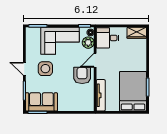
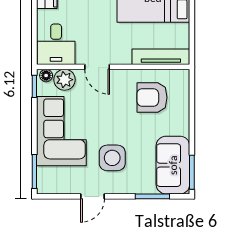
door: (24, 69) -> (92, 196), moved
armchair: (82, 75) -> (152, 97), moved

